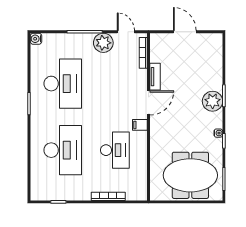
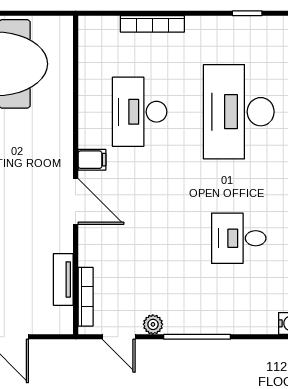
plant: (103, 43) -> (153, 324), width x0.53, depth x0.53
tv unit: (155, 77) -> (63, 279), moved
desk: (63, 84) -> (239, 238), width x0.53, depth x0.77
door: (149, 103) -> (76, 201), swing flipped

